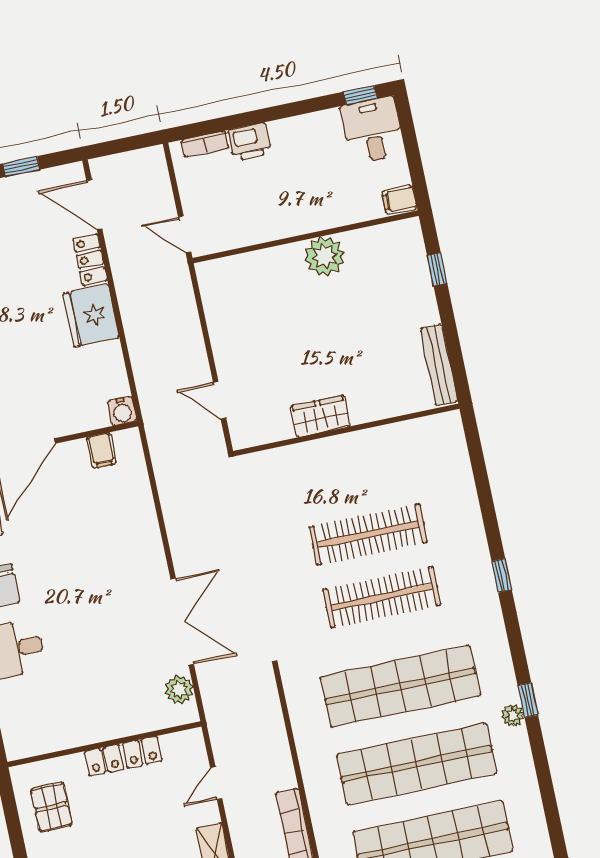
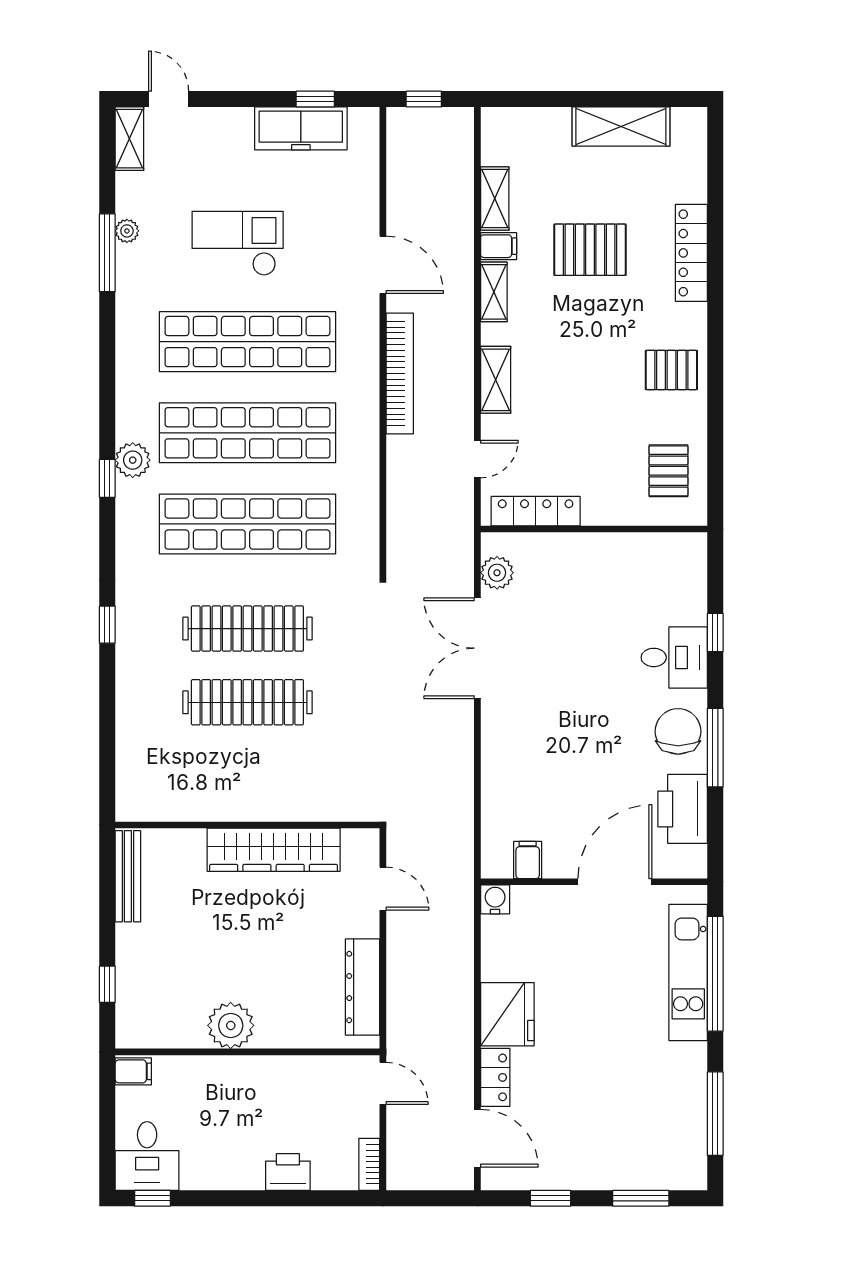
bookcase: (205, 144) -> (369, 1164), moved, turned -90
dresser: (219, 313) -> (363, 987), added
wardrobe: (320, 416) -> (274, 850), width x2.10, depth x1.17
plant: (513, 715) -> (133, 460), width x1.38, depth x1.38
locker: (123, 756) -> (536, 511), moved

